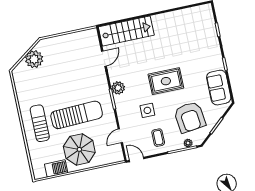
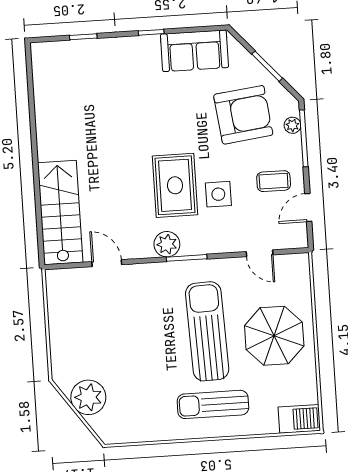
rug: (166, 81) -> (175, 185), moved
door: (137, 159) -> (308, 208), moved
barbecue: (56, 168) -> (299, 419), moved, turned 90

